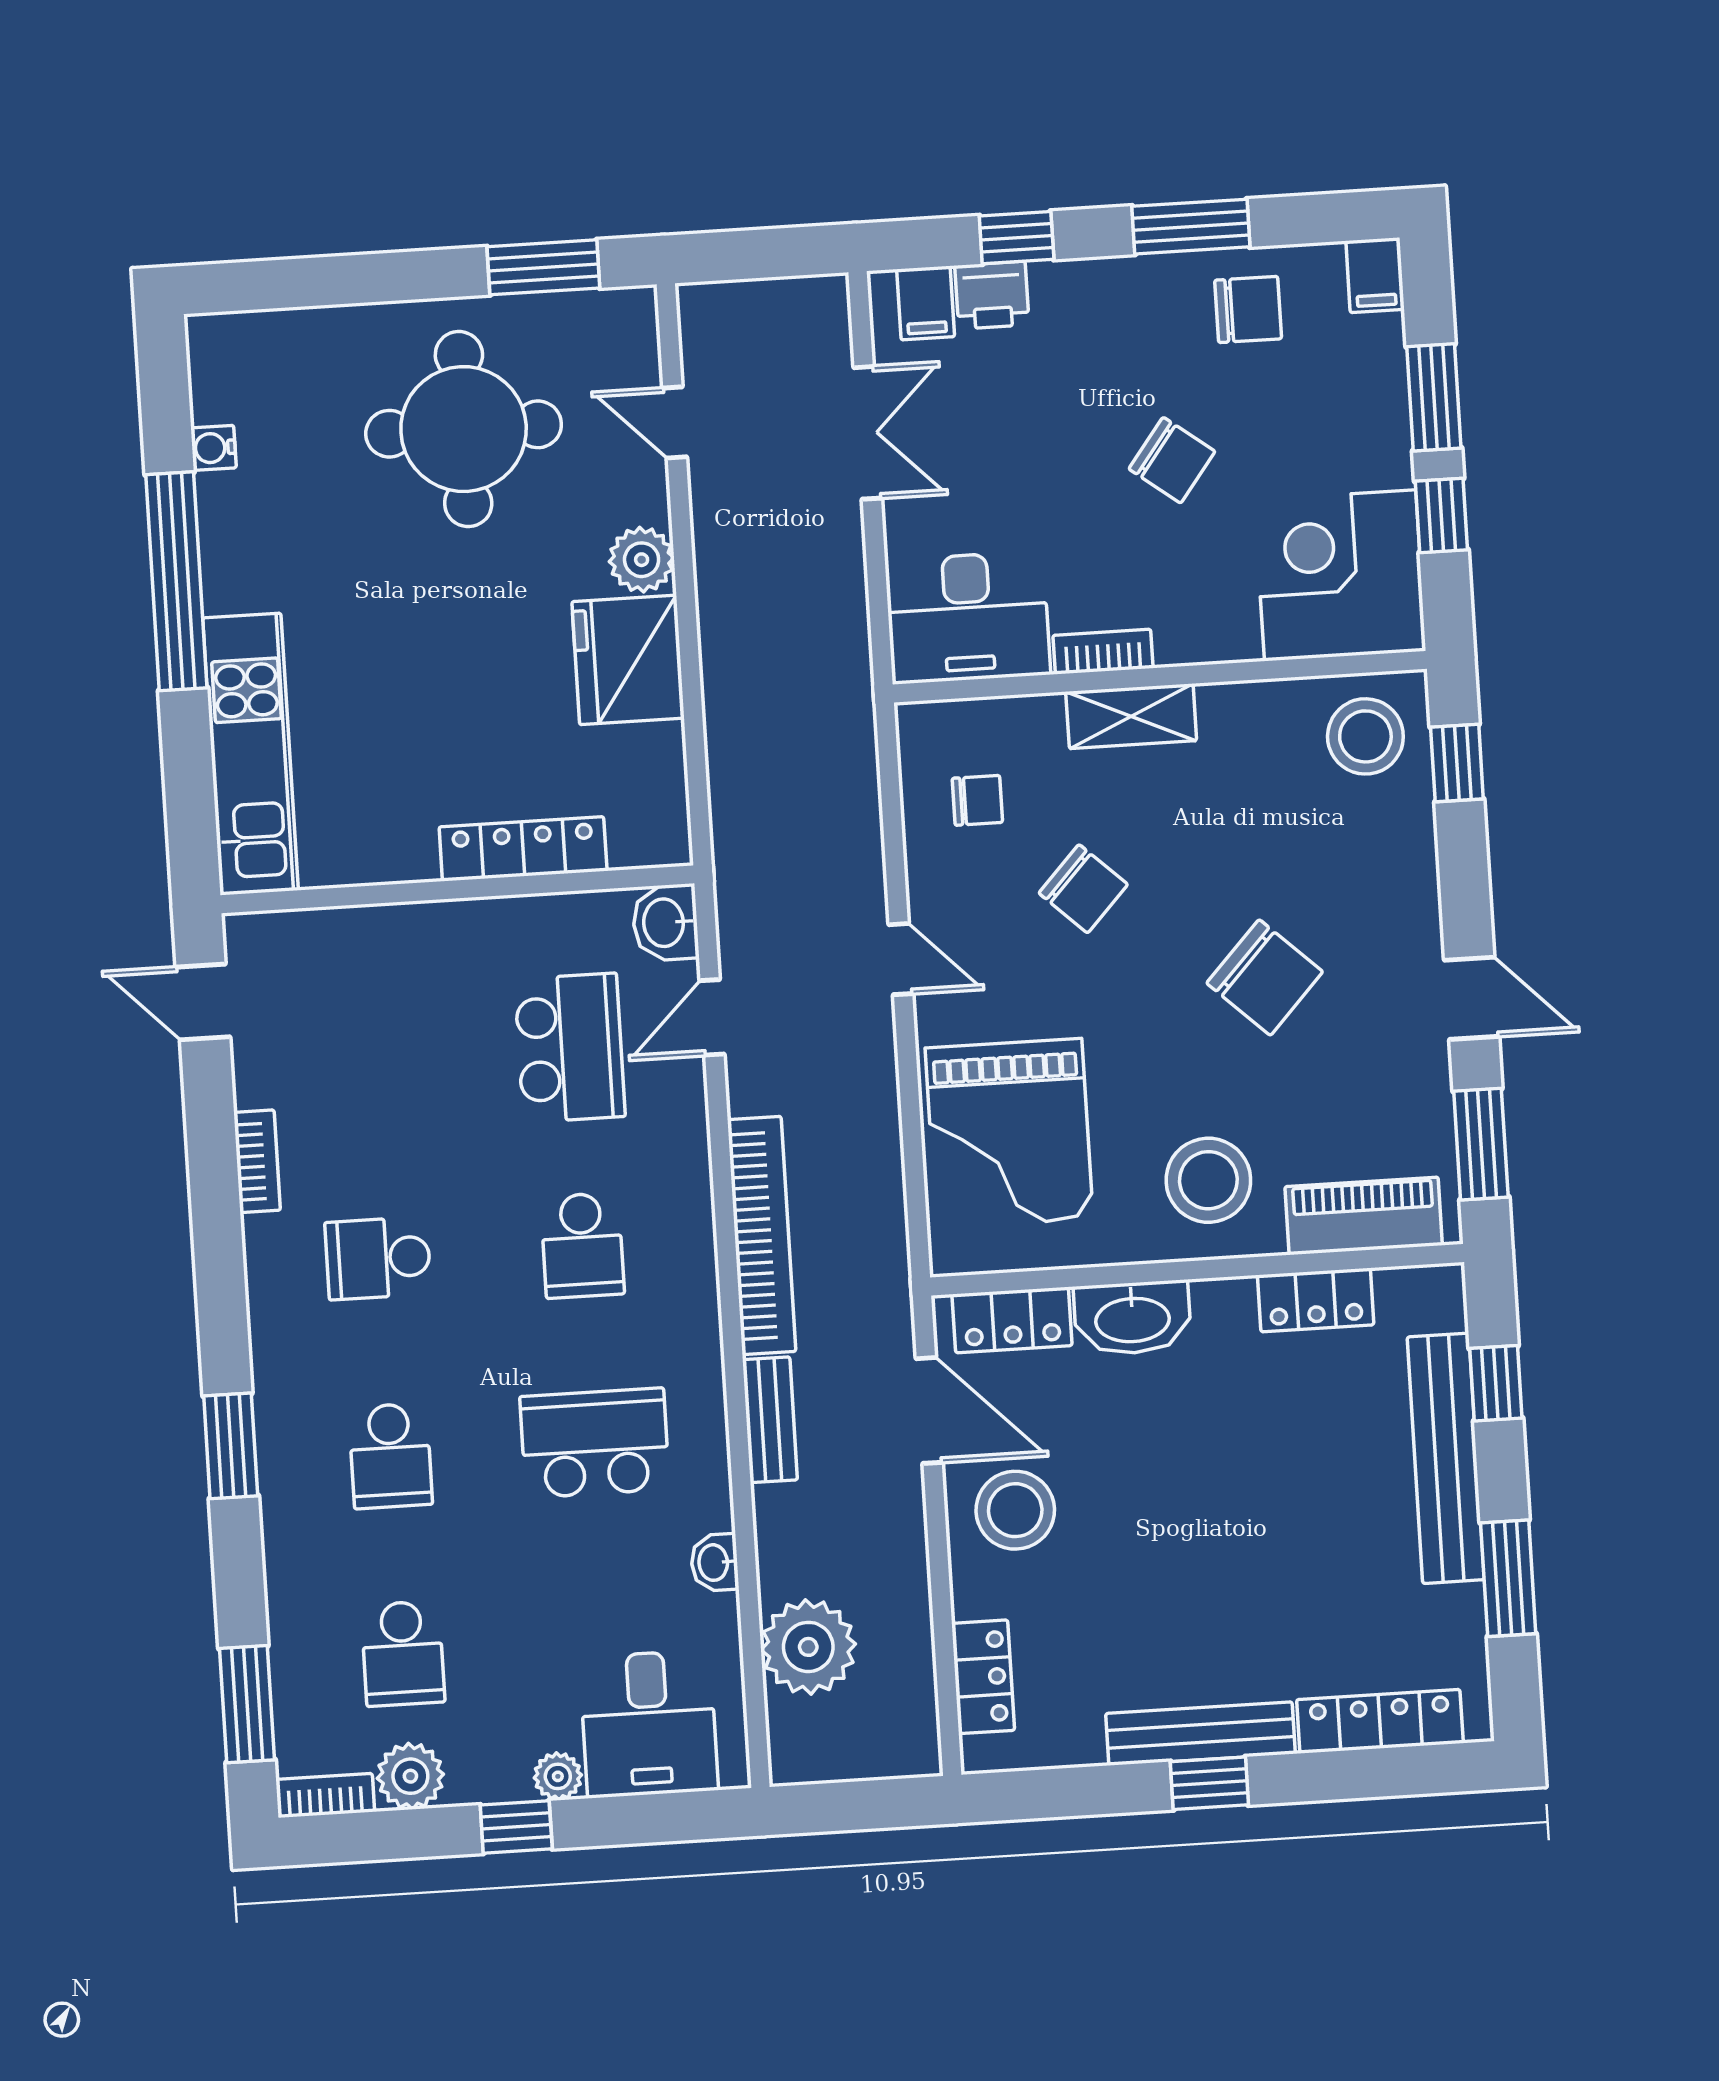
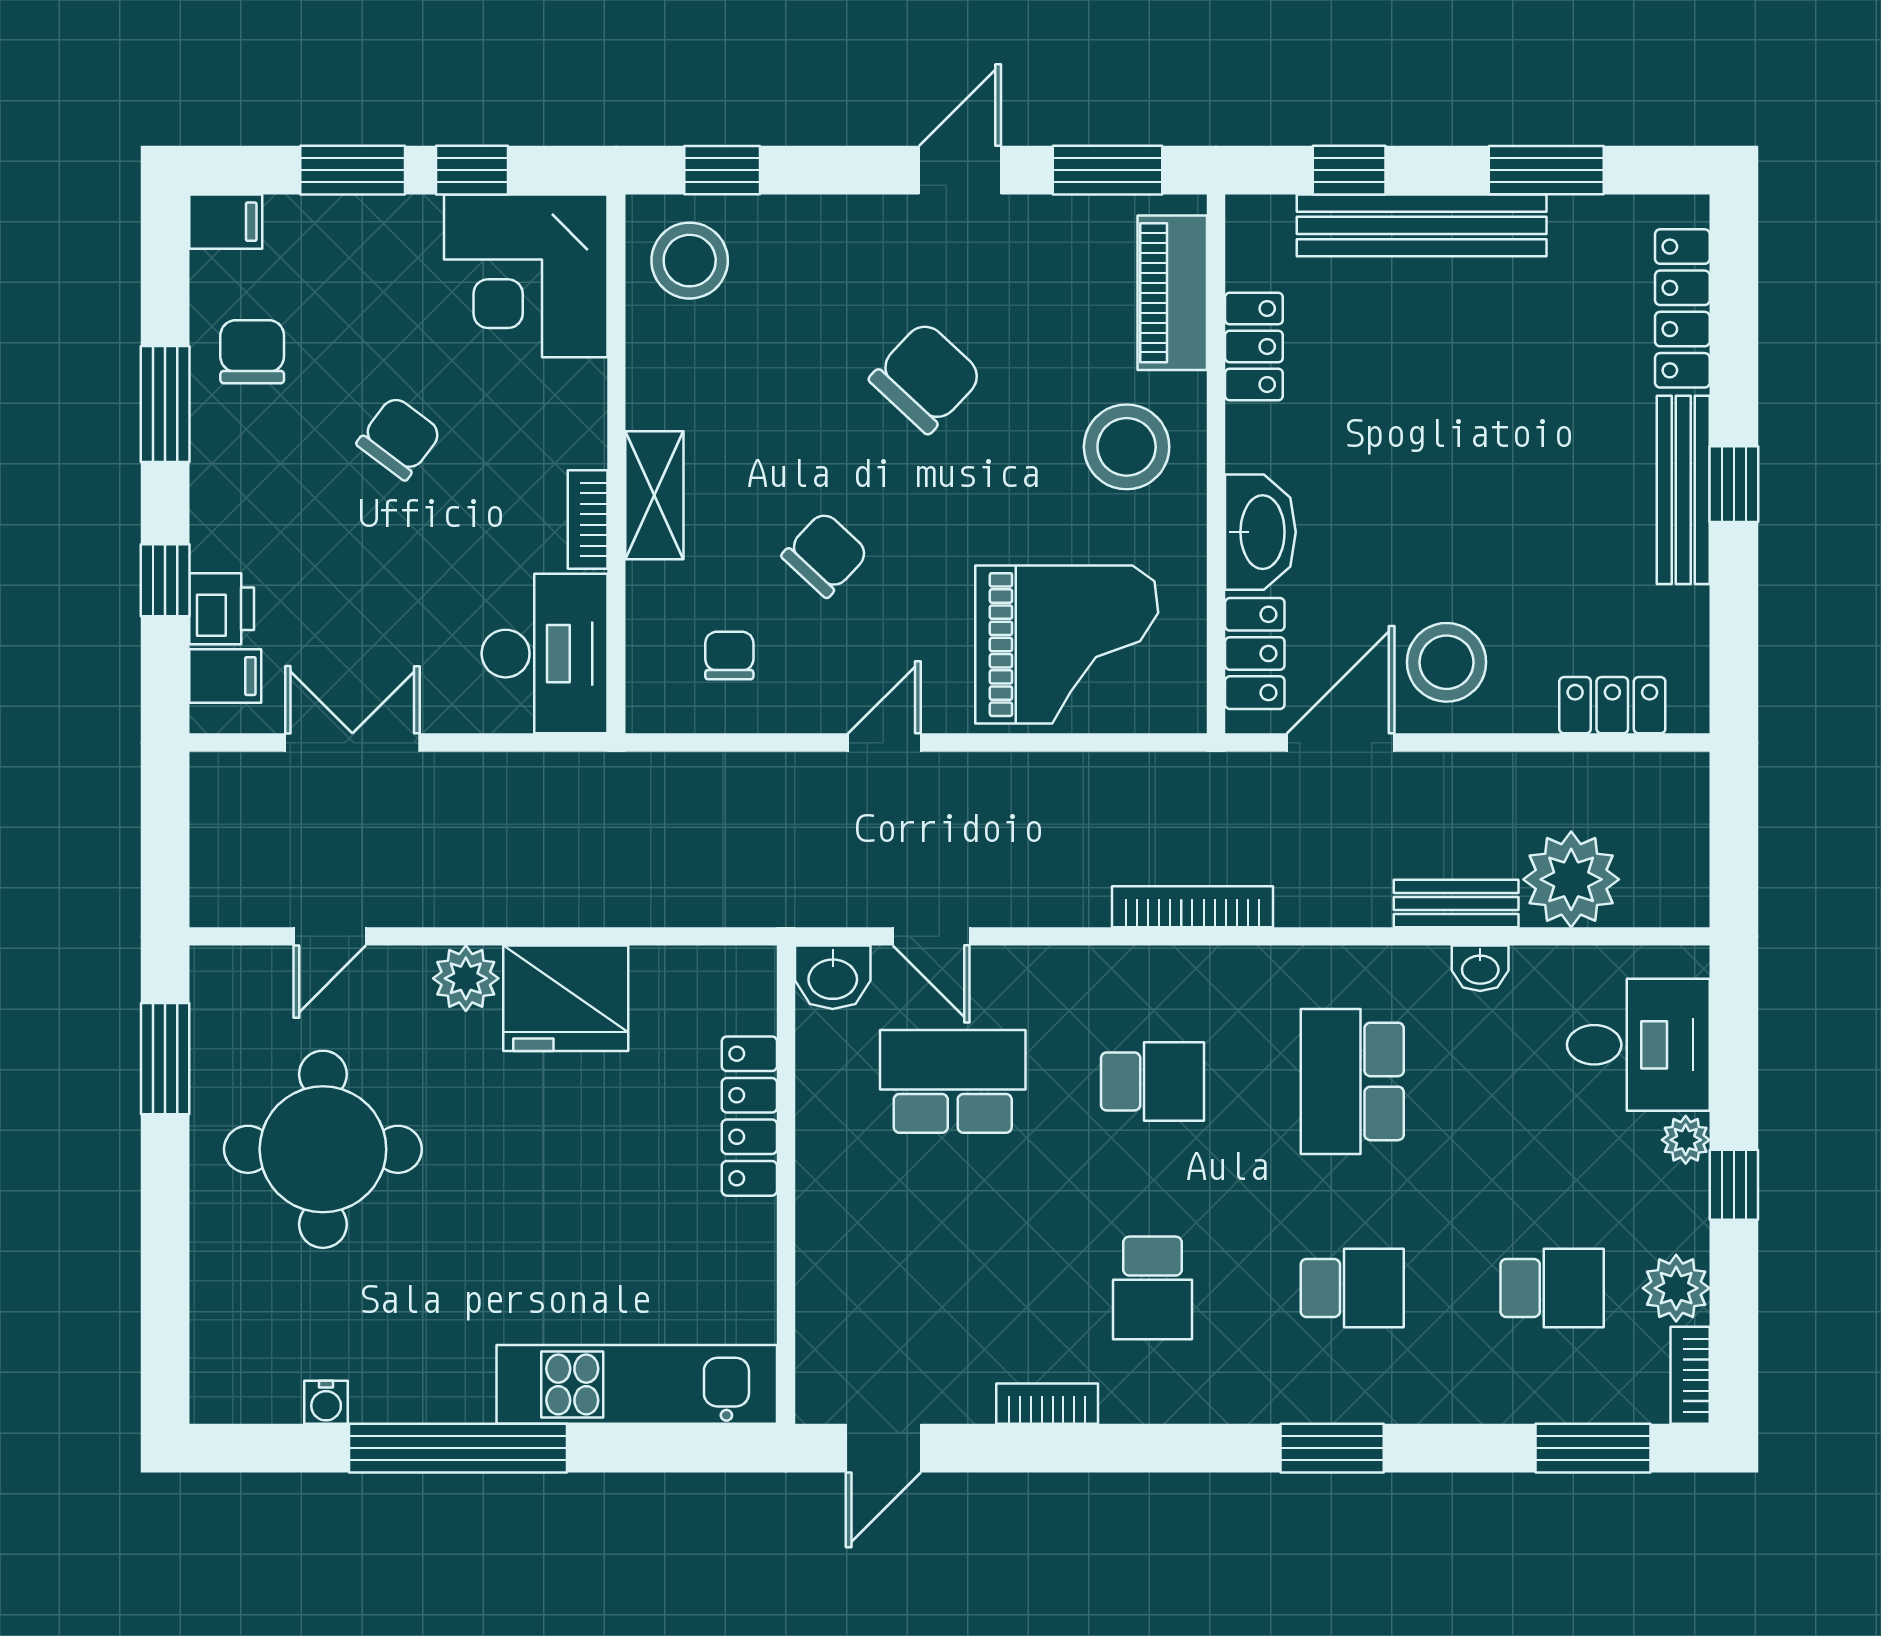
bookcase: (762, 1235) -> (1192, 907), width x0.68, depth x0.76
bench: (770, 1420) -> (1456, 904), moved

